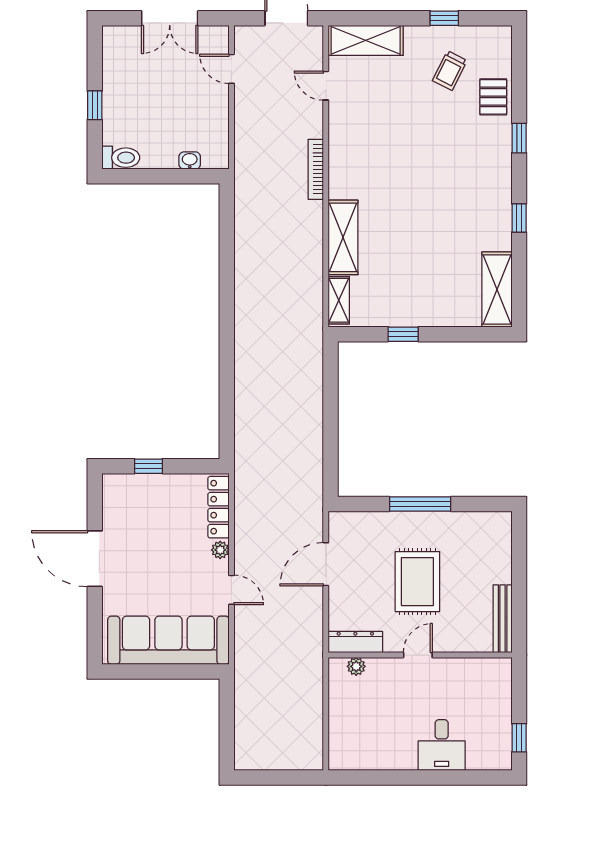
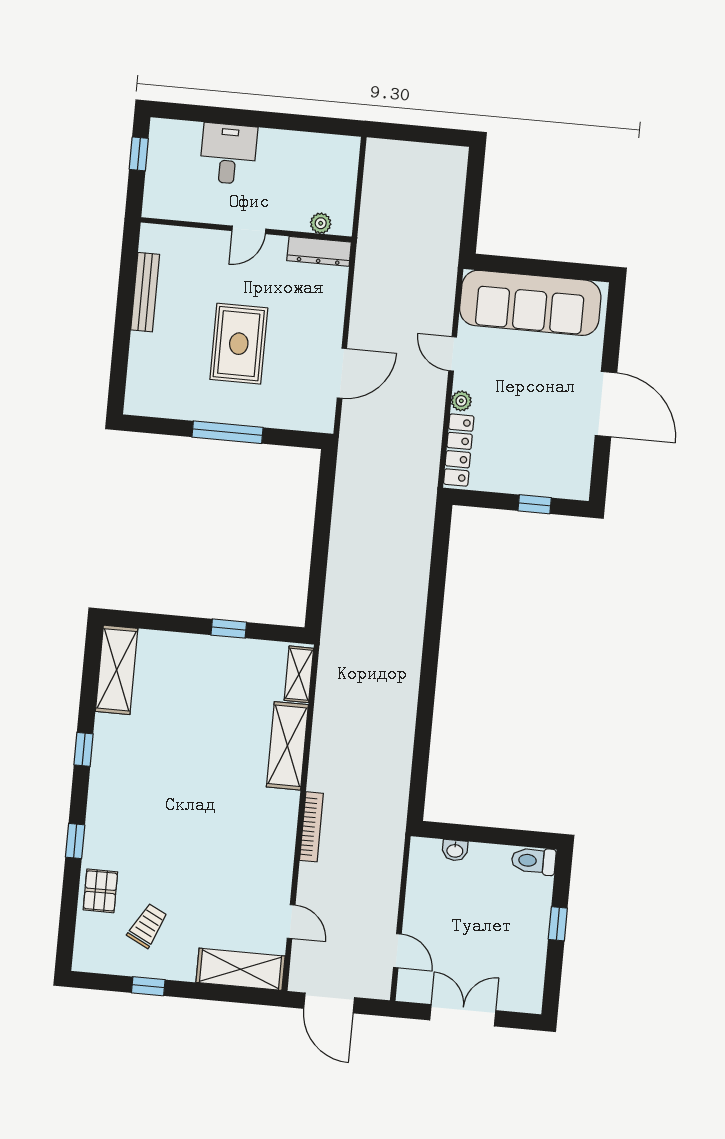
dresser: (355, 642) -> (319, 251), moved
door: (418, 655) -> (249, 230), moved
wall: (420, 655) -> (246, 230), moved
plant: (356, 666) -> (321, 223), moved

